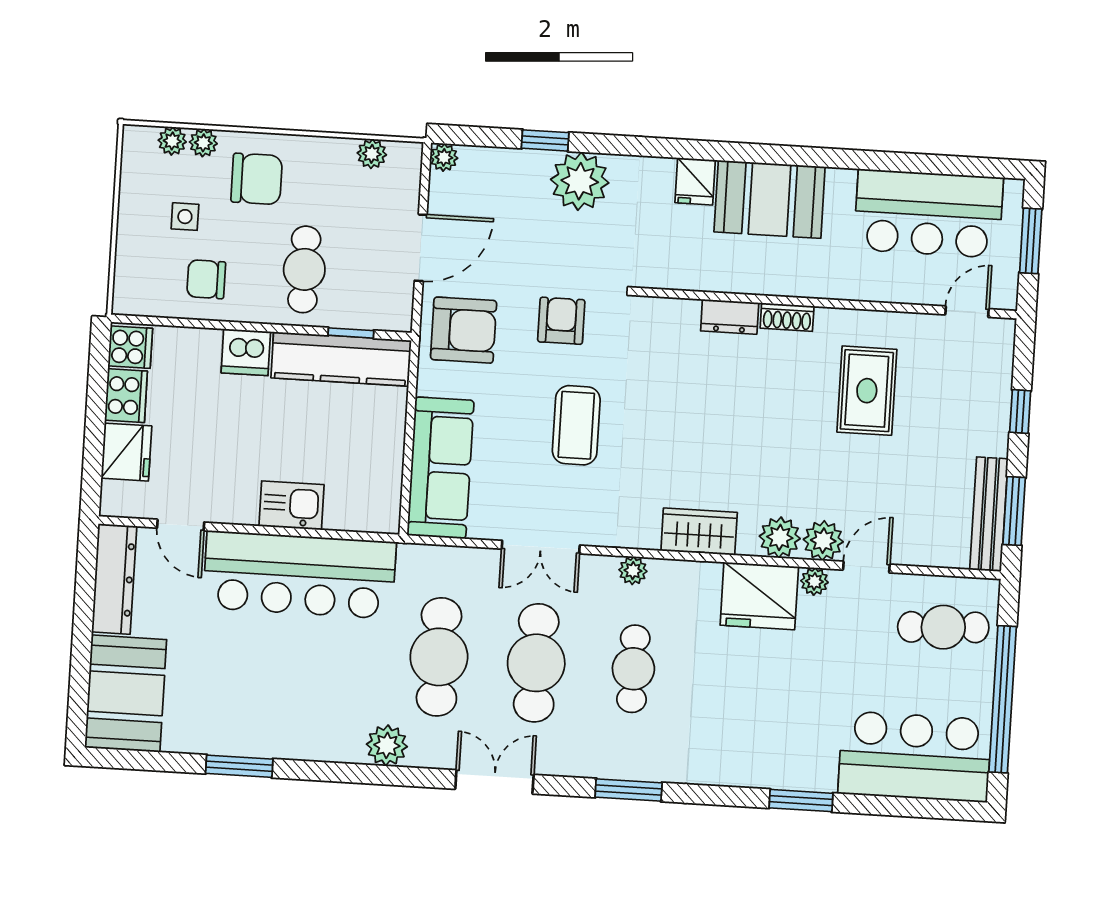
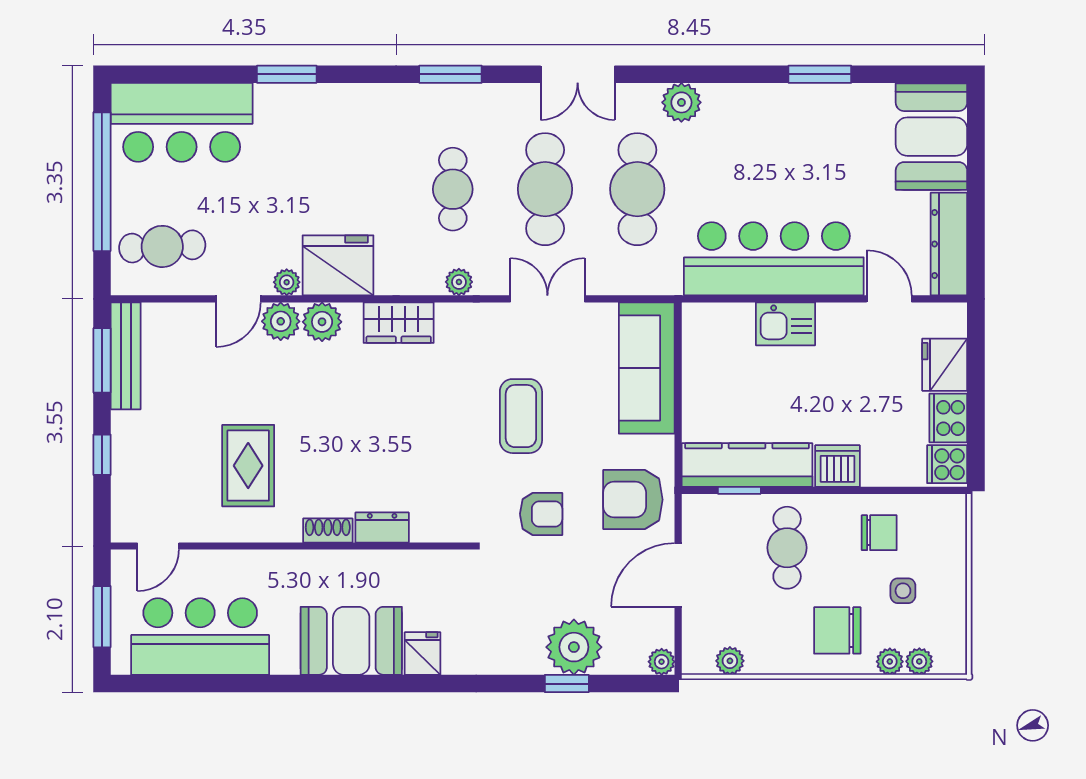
plant: (580, 181) -> (574, 647), moved
armchair: (561, 321) -> (541, 514), turned -90

